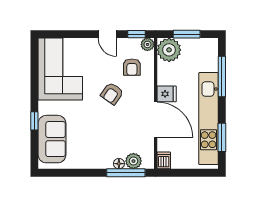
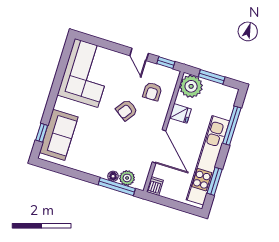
plant: (147, 44) -> (173, 75), removed
fridge: (167, 94) -> (180, 113), moved
window: (34, 121) -> (42, 133), moved

